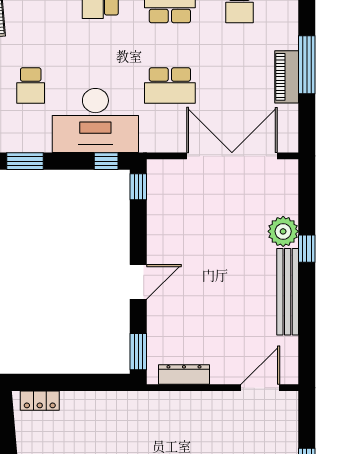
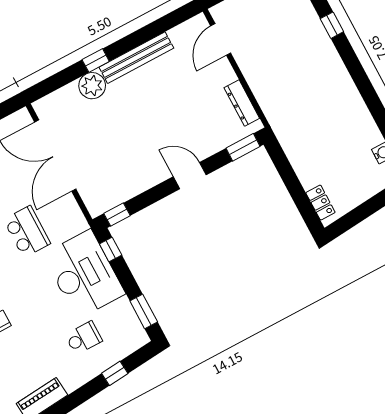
door: (260, 388) -> (221, 39), hinge flipped

